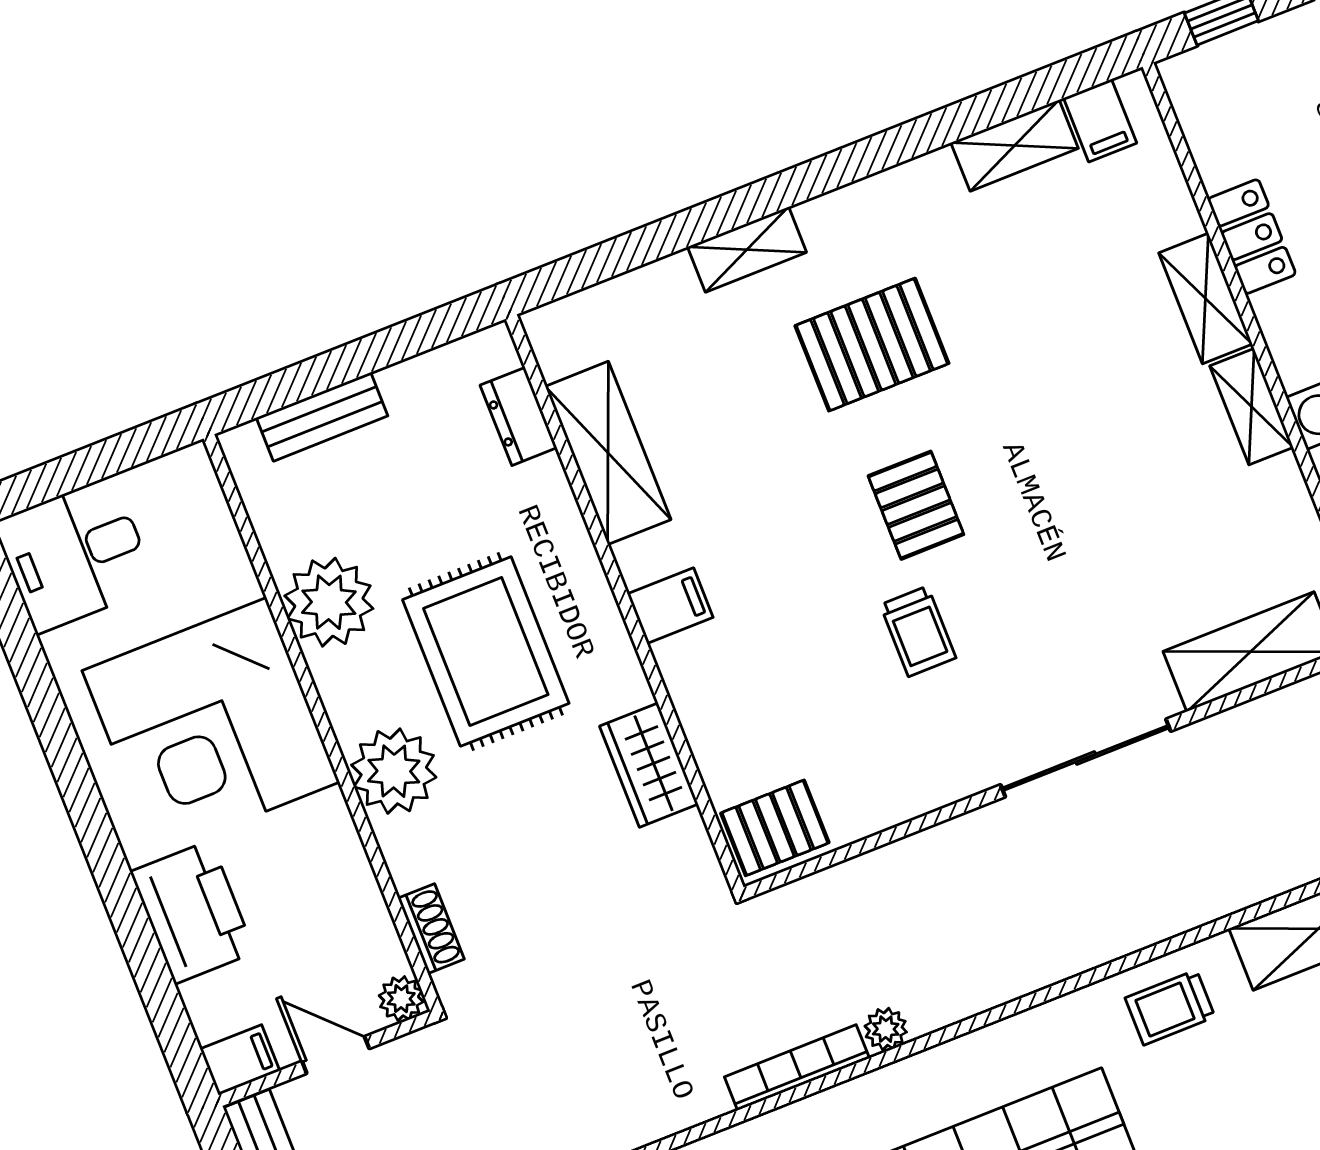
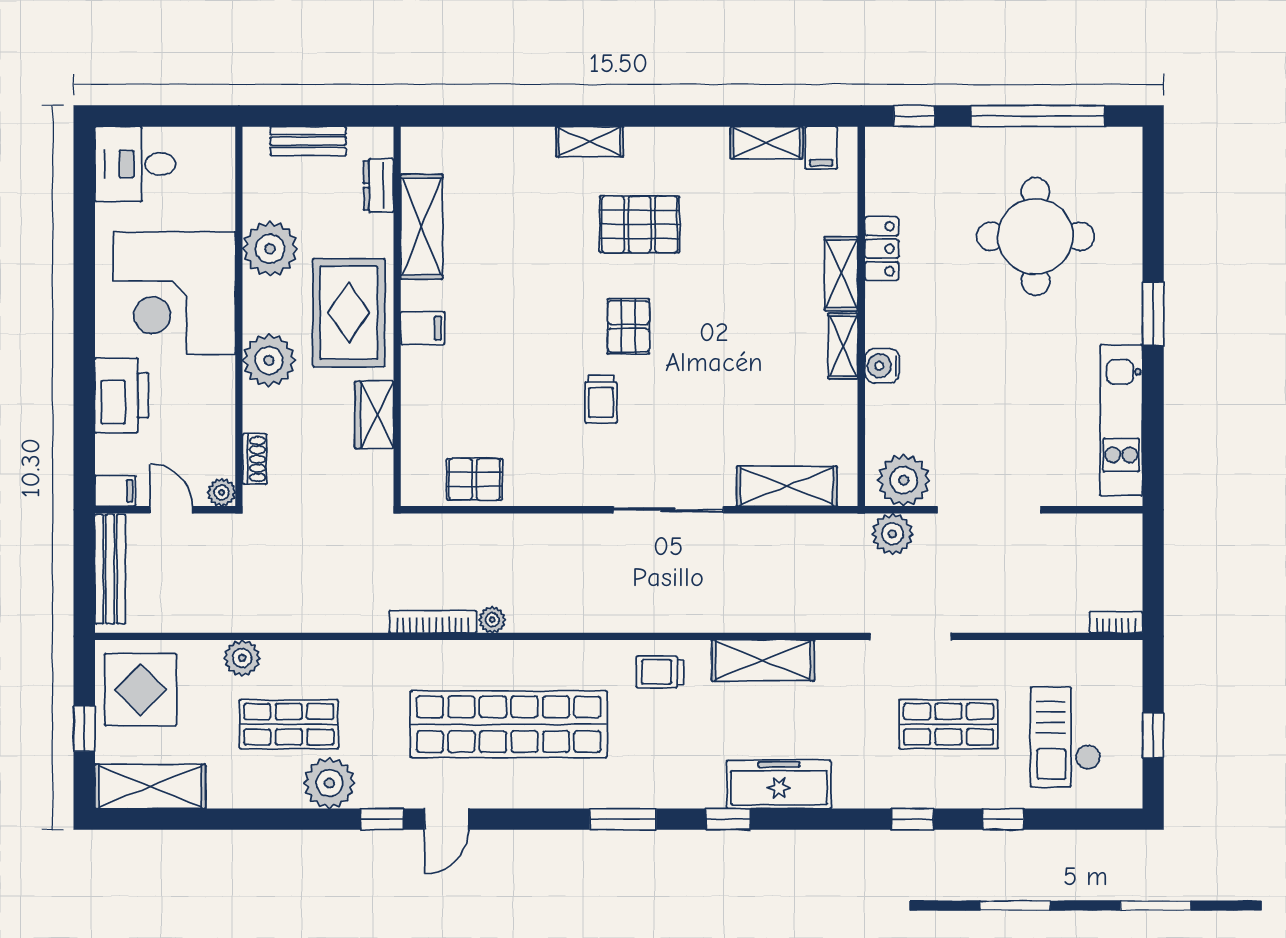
dresser: (519, 416) -> (379, 185), moved
shelving: (608, 453) -> (422, 227), moved
wall: (625, 603) -> (397, 316), moved
filing cabinet: (670, 606) -> (423, 328), moved
wardrobe: (649, 765) -> (374, 415), moved

